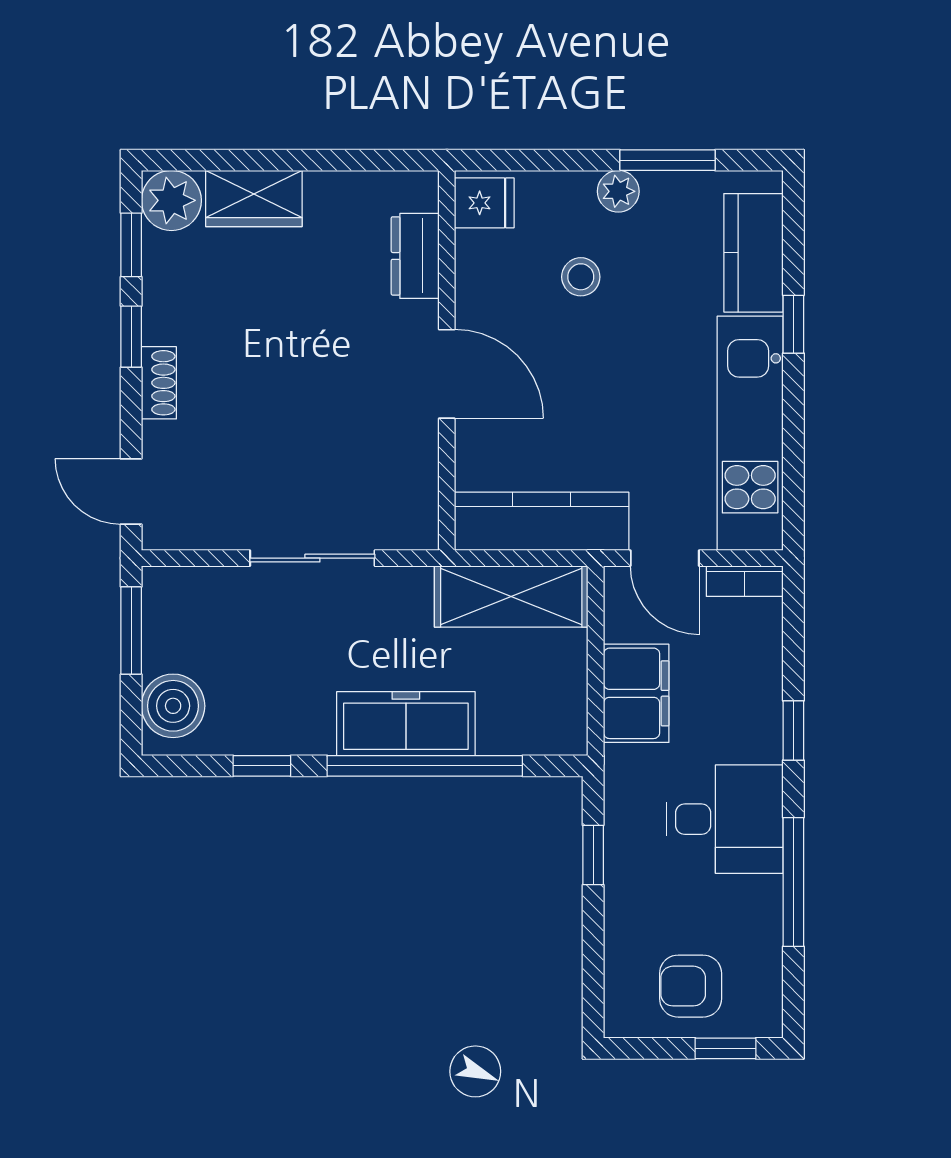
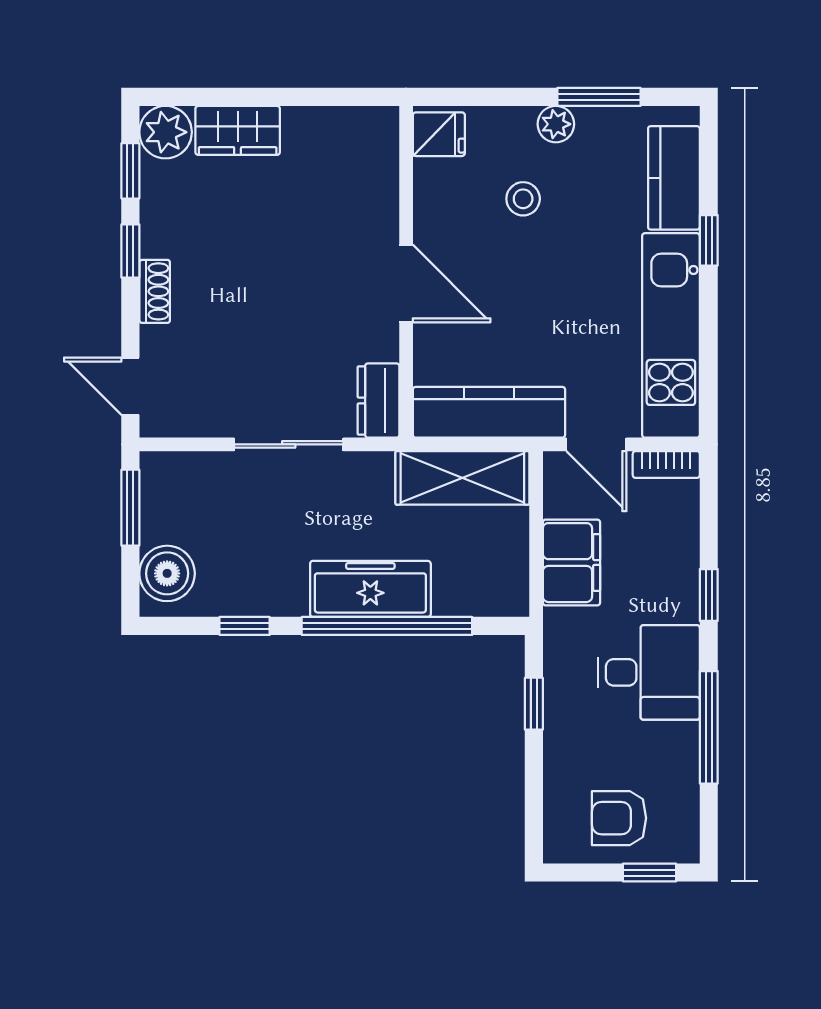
dresser: (415, 256) -> (378, 401), moved

